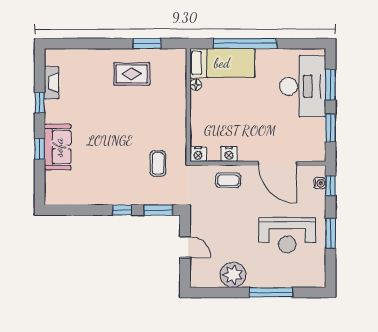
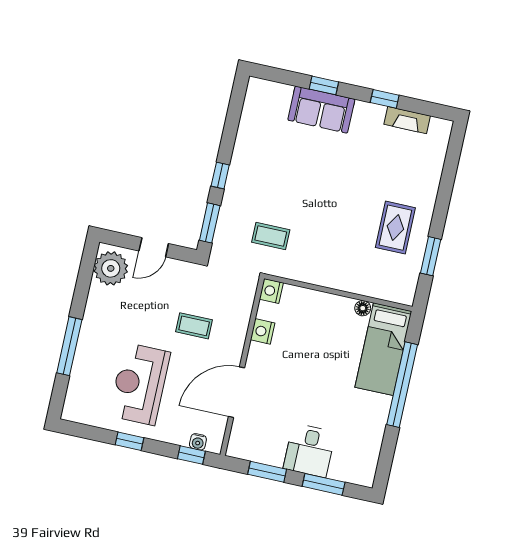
desk: (303, 86) -> (309, 450), width x0.53, depth x0.77
coffee table: (228, 180) -> (194, 326), moved, turned 90
window: (331, 233) -> (129, 441), width x0.67
plant: (233, 275) -> (111, 268), moved

